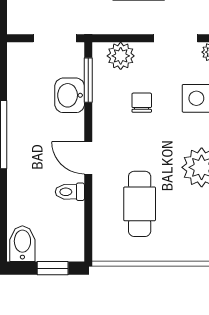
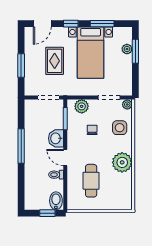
washbasin: (70, 95) -> (56, 138), moved
bidet: (22, 244) -> (56, 201), moved

